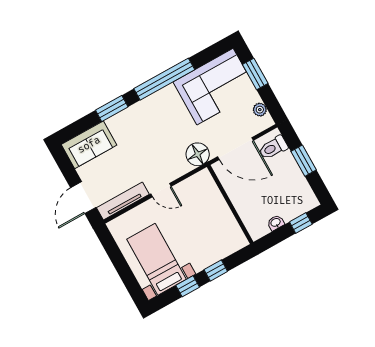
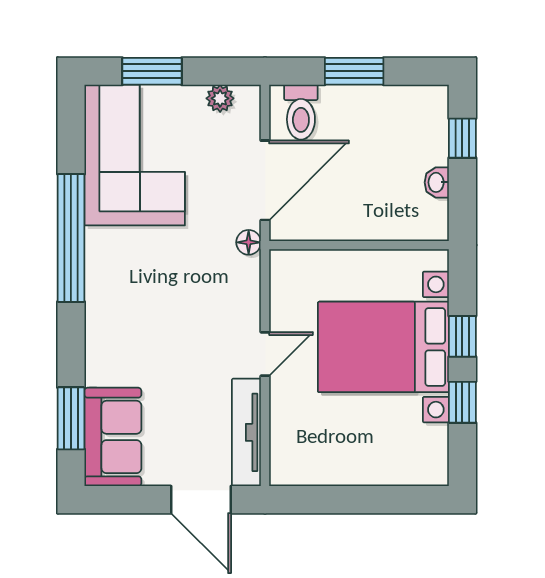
window: (112, 109) -> (71, 418), moved
floor lamp: (198, 154) -> (249, 242), width x0.53, depth x0.53
bed with nightstands: (156, 259) -> (383, 347), moved, width x1.36

